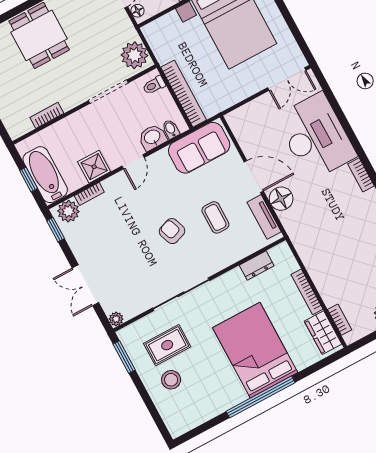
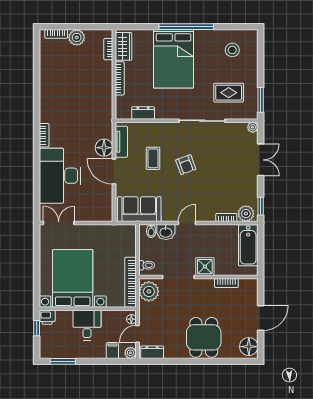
bookcase: (184, 94) -> (130, 282), moved
shower: (94, 167) -> (205, 267), moved
window: (29, 180) -> (261, 248), removed
stool: (171, 380) -> (232, 50), moved

